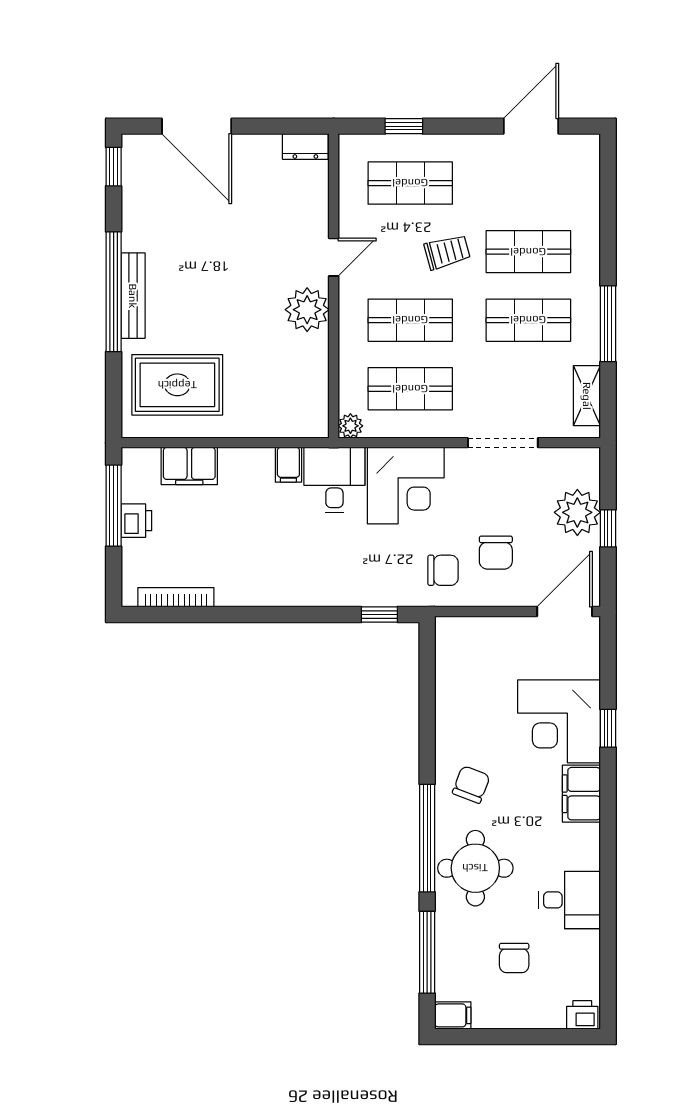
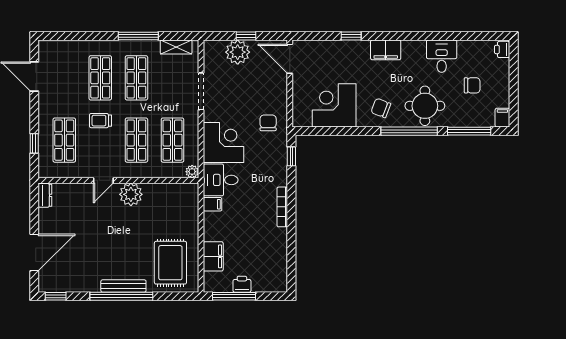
trolley: (447, 252) -> (100, 121), turned -75
door: (334, 257) -> (103, 180), swing flipped
chair: (496, 553) -> (259, 95), removed
bookcase: (176, 597) -> (282, 207), moved
corner desk: (559, 721) -> (334, 105), moved, turned 180

